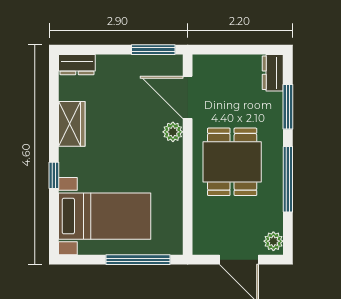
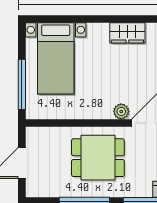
window: (54, 175) -> (87, 19), removed
plant: (273, 241) -> (36, 190), removed

